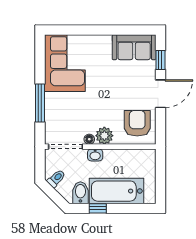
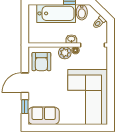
corner sofa: (65, 63) -> (88, 97), width x1.36, depth x1.36
window: (40, 103) -> (111, 76), removed

